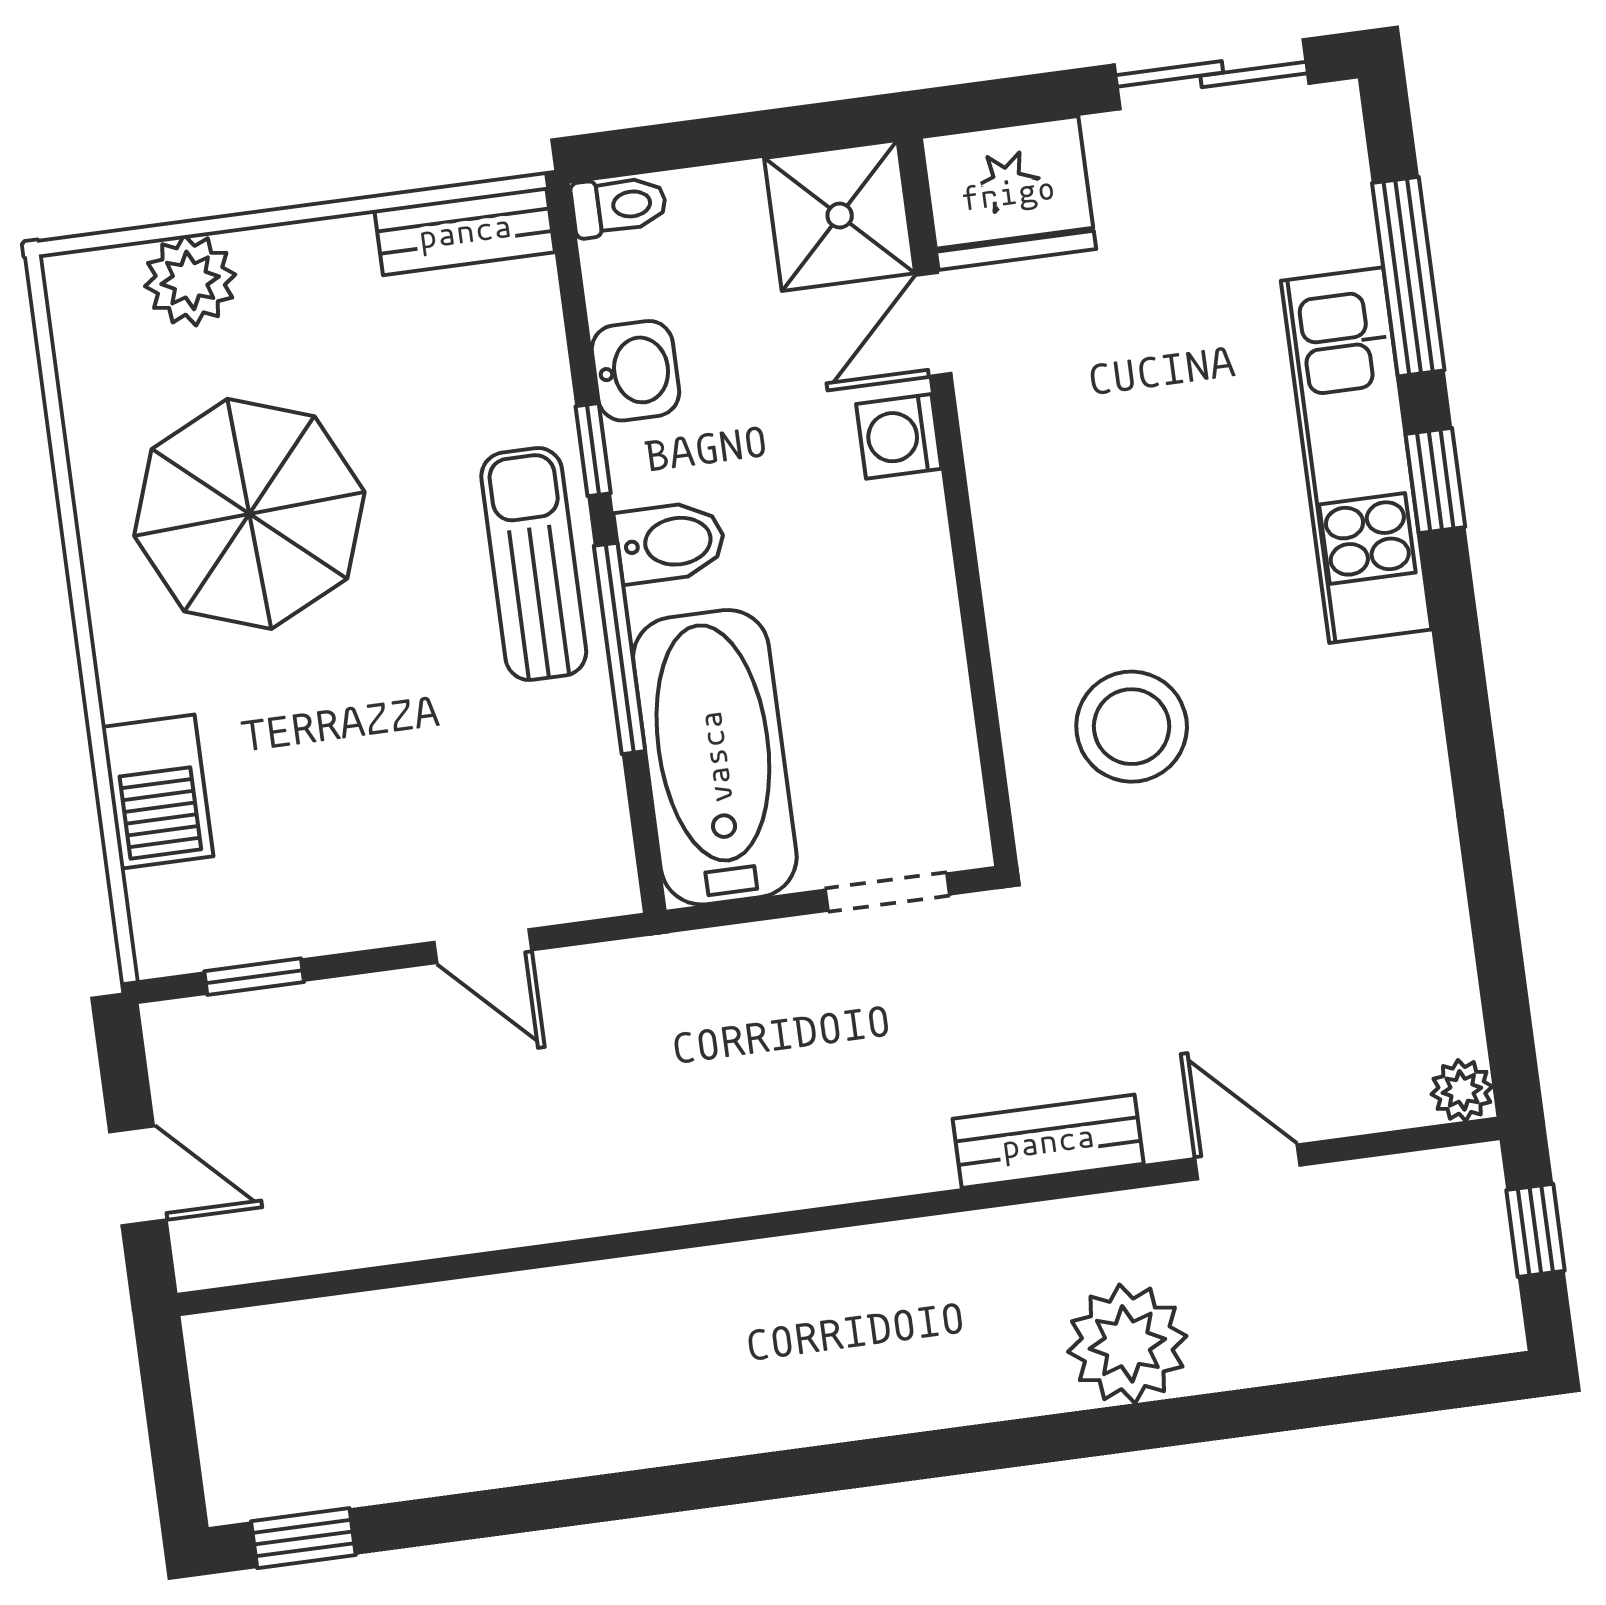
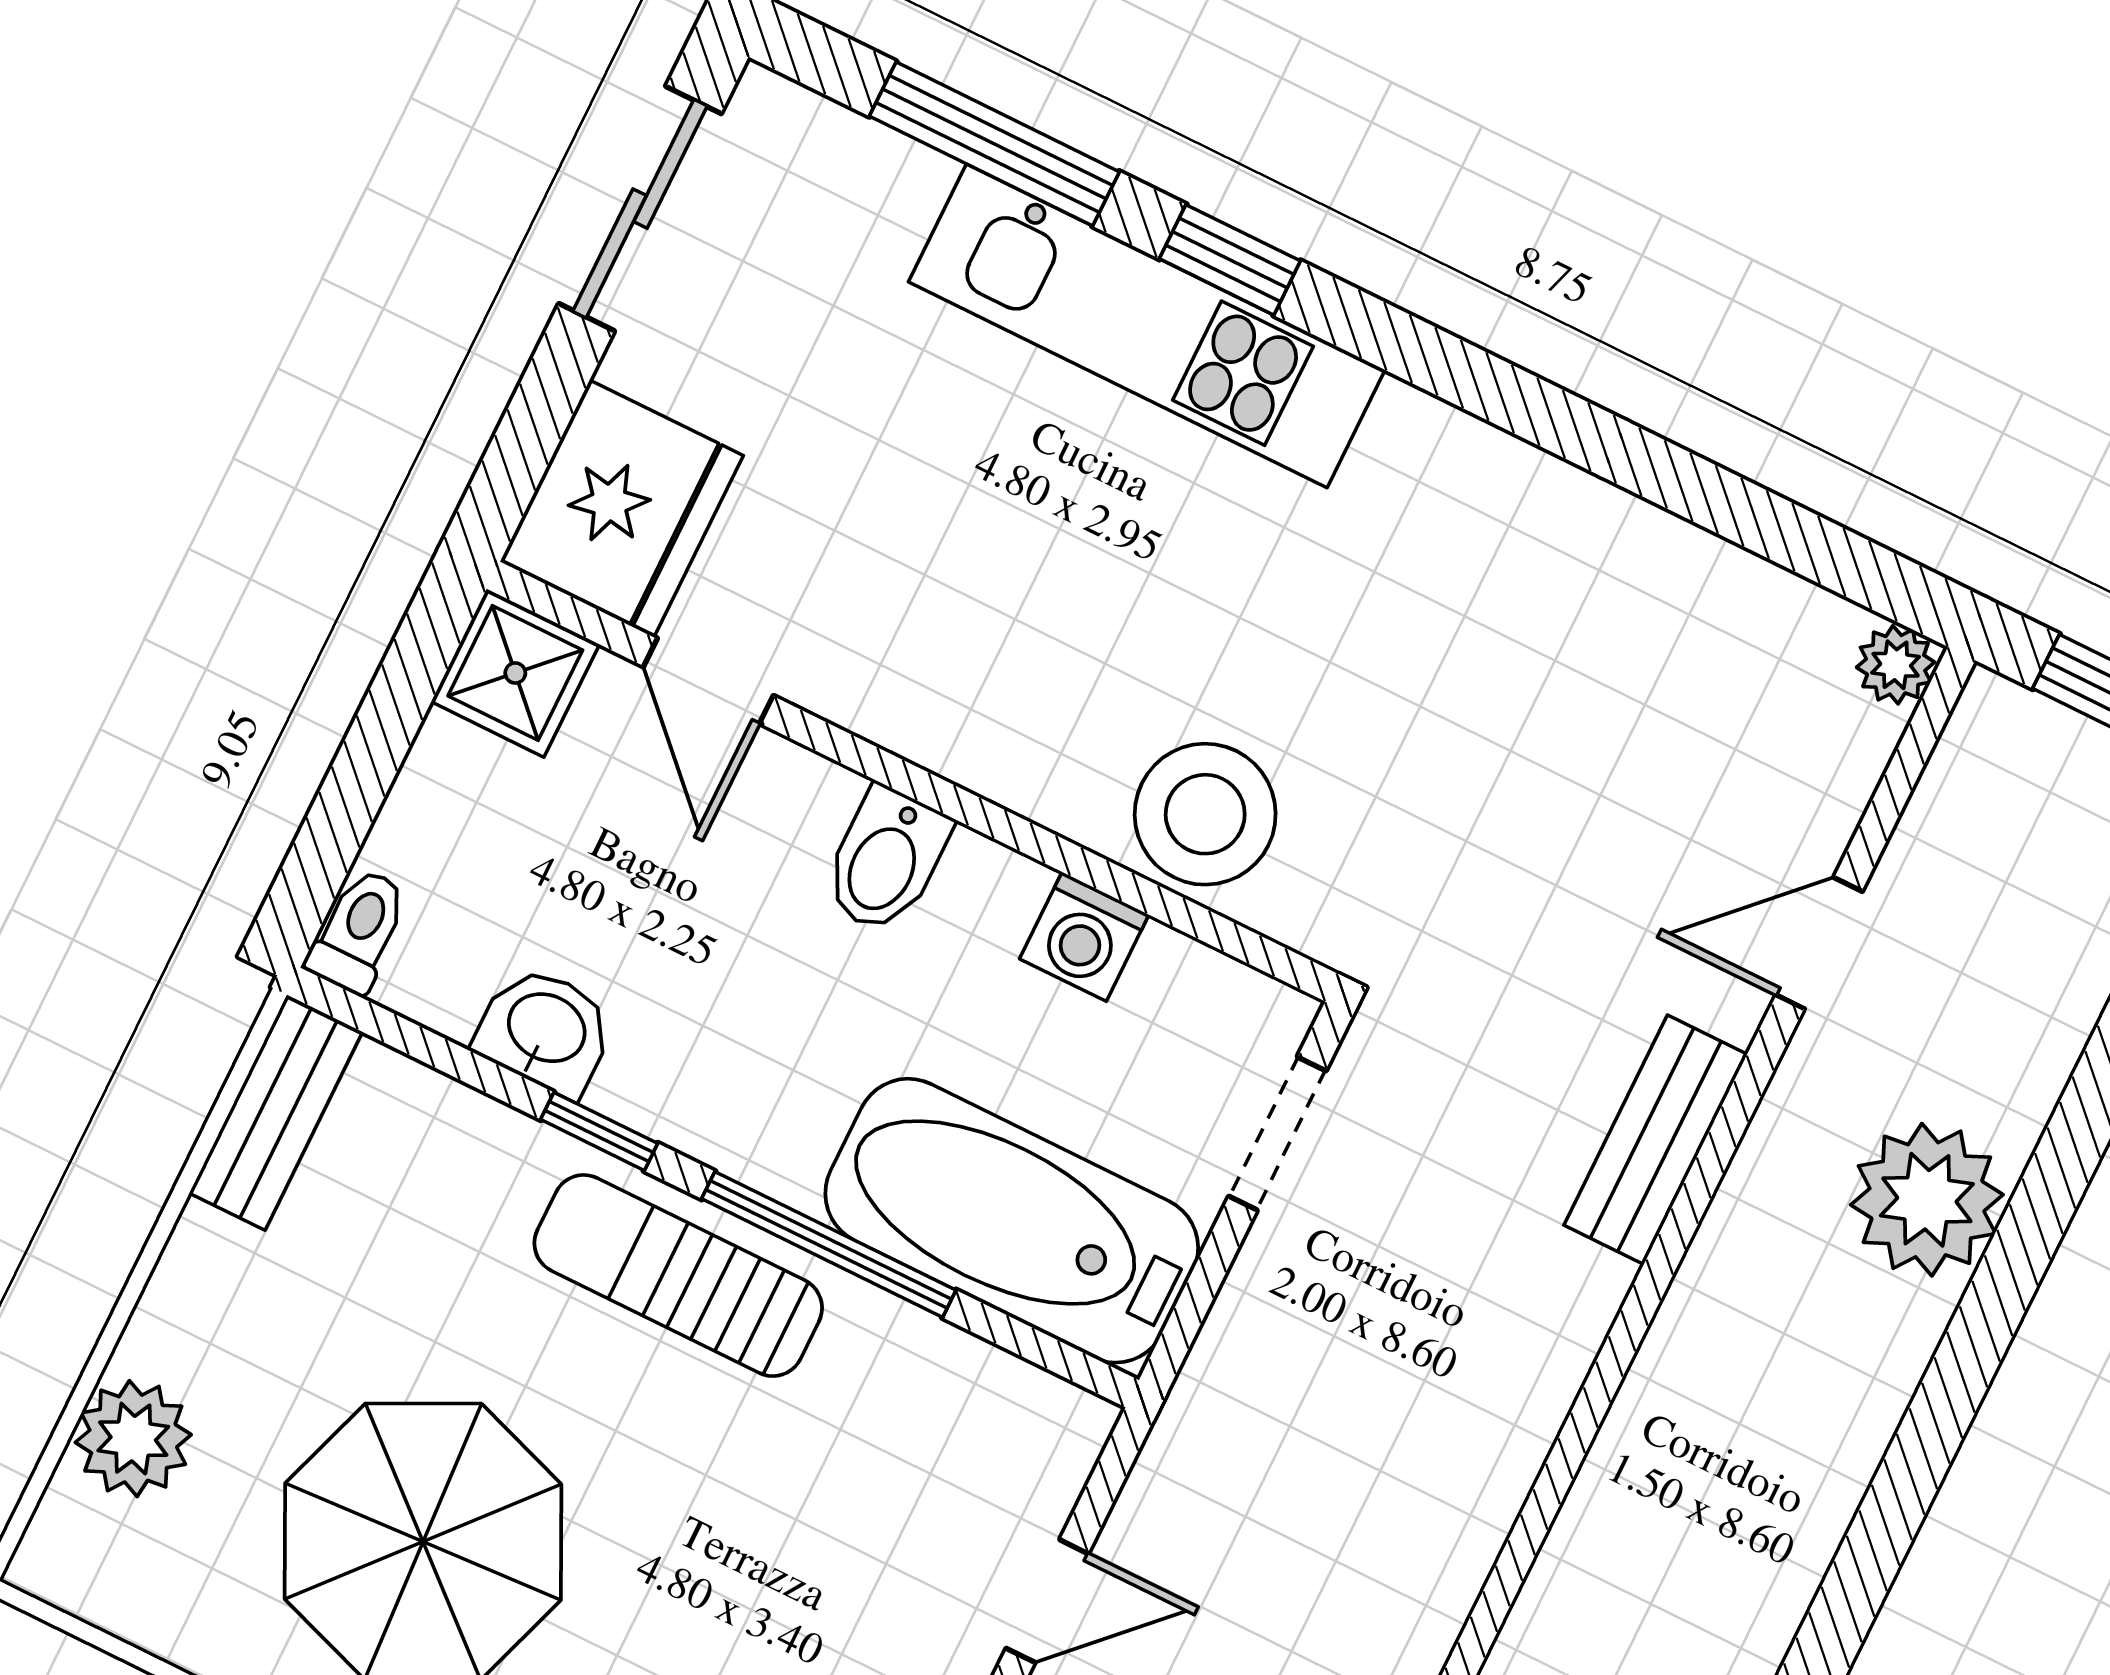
shower: (840, 216) -> (515, 673), width x0.73, depth x0.73
washing machine: (899, 436) -> (1084, 937), moved
bidet: (671, 542) -> (886, 860), moved, turned 180
stool: (1132, 727) -> (1205, 814), moved

